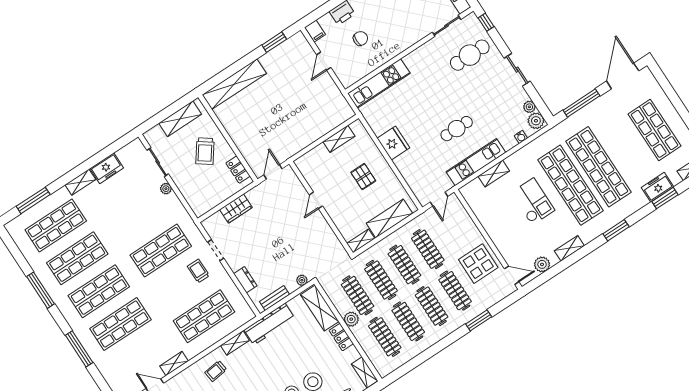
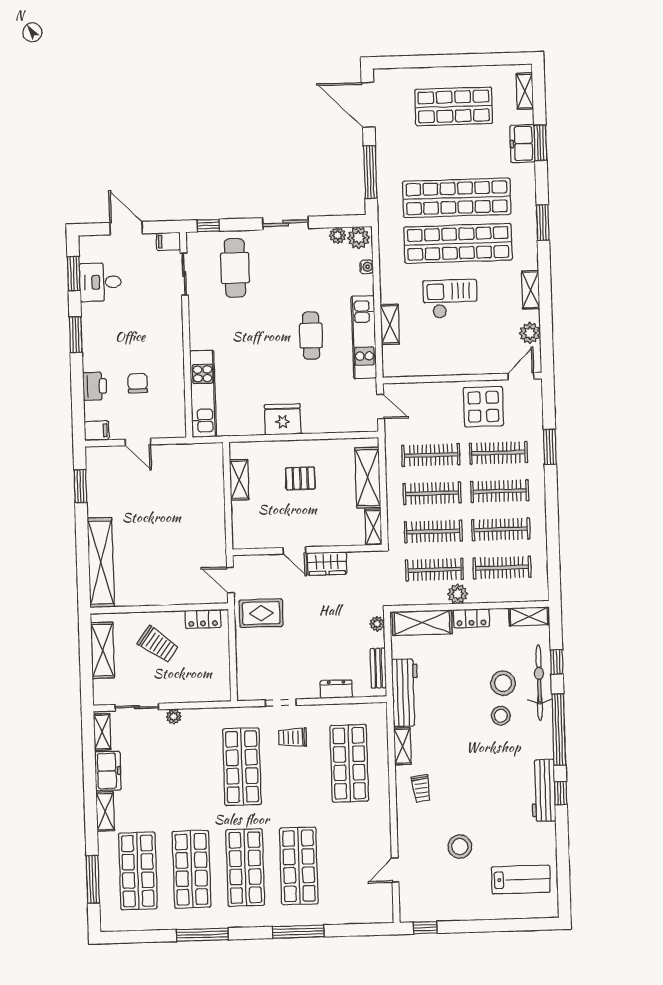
rug: (264, 204) -> (261, 613), added
wardrobe: (236, 209) -> (327, 564), moved, turned 90
shelving: (174, 363) -> (102, 732), moved

